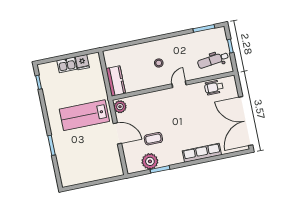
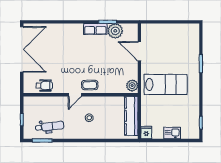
dental chair: (213, 60) -> (50, 126), moved
fridge: (82, 62) -> (146, 133), moved
kitchen counter: (116, 81) -> (131, 116), width x1.50
door: (117, 133) -> (139, 51), moved
coffee table: (153, 139) -> (90, 85), moved
row of seats: (202, 153) -> (95, 29), moved, width x0.68

